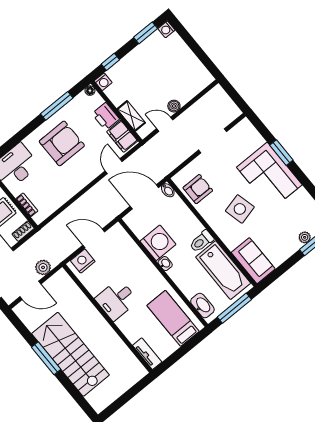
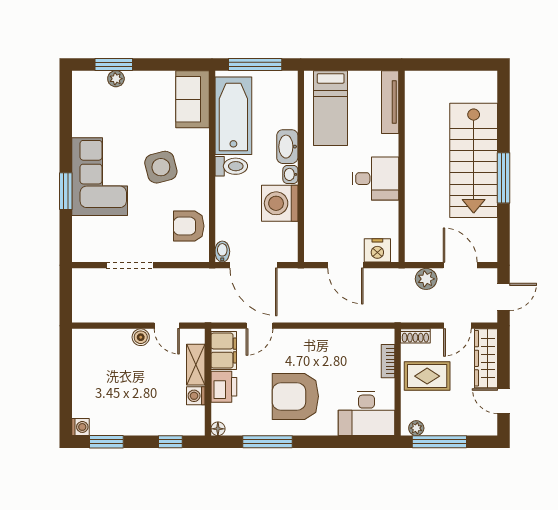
washing machine: (103, 82) -> (196, 396), moved, turned -90
washbasin: (202, 306) -> (287, 147), moved
tv unit: (147, 354) -> (390, 102), width x1.41

